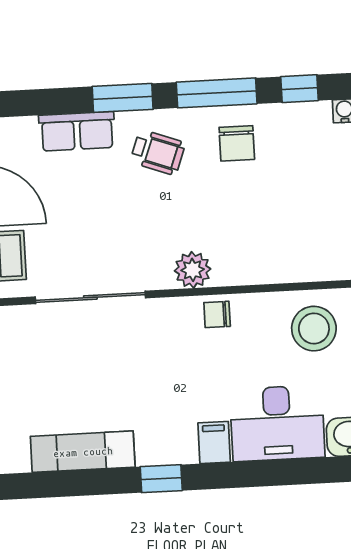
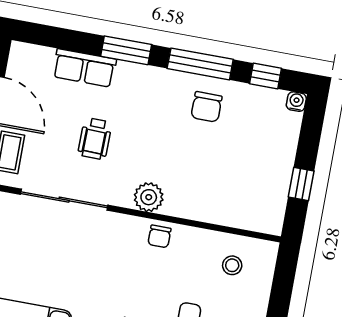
wheelchair: (158, 152) -> (95, 139), moved, turned 71
chair: (217, 314) -> (159, 236), turned -90
stool: (314, 329) -> (232, 265), width x0.53, depth x0.53

